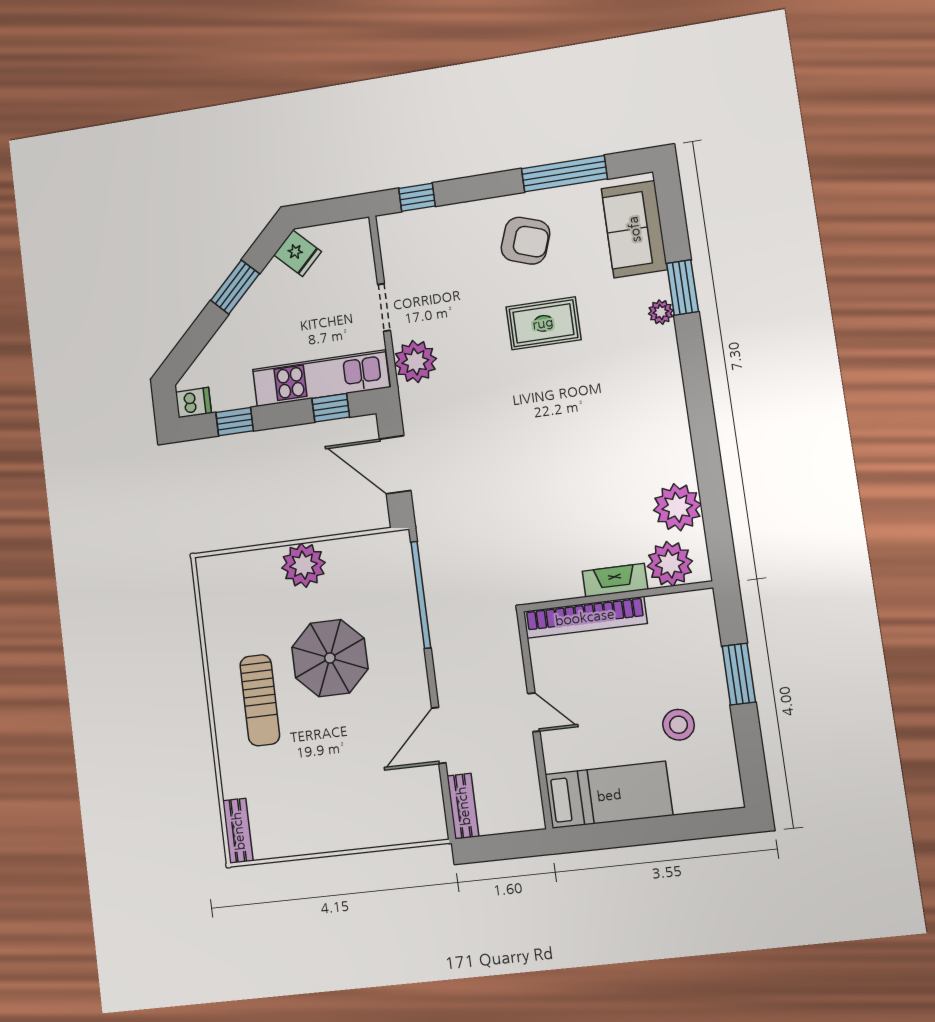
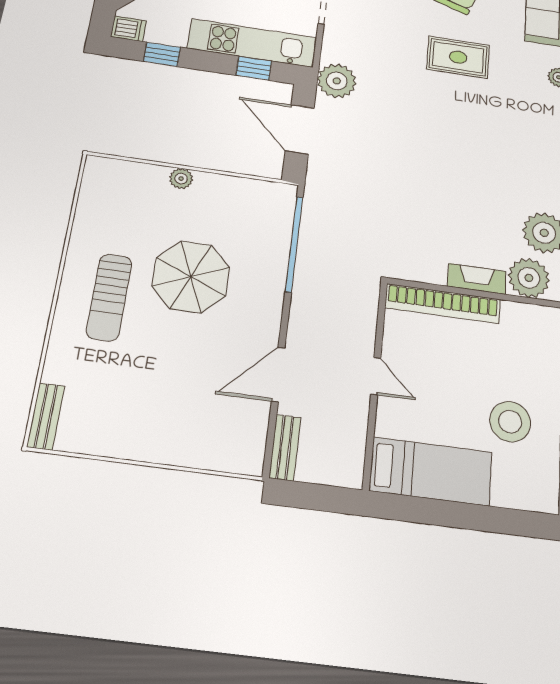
plant: (415, 362) -> (337, 81), moved
plant: (303, 565) -> (181, 179), width x0.53, depth x0.53
stool: (679, 725) -> (510, 422), width x1.38, depth x1.38

